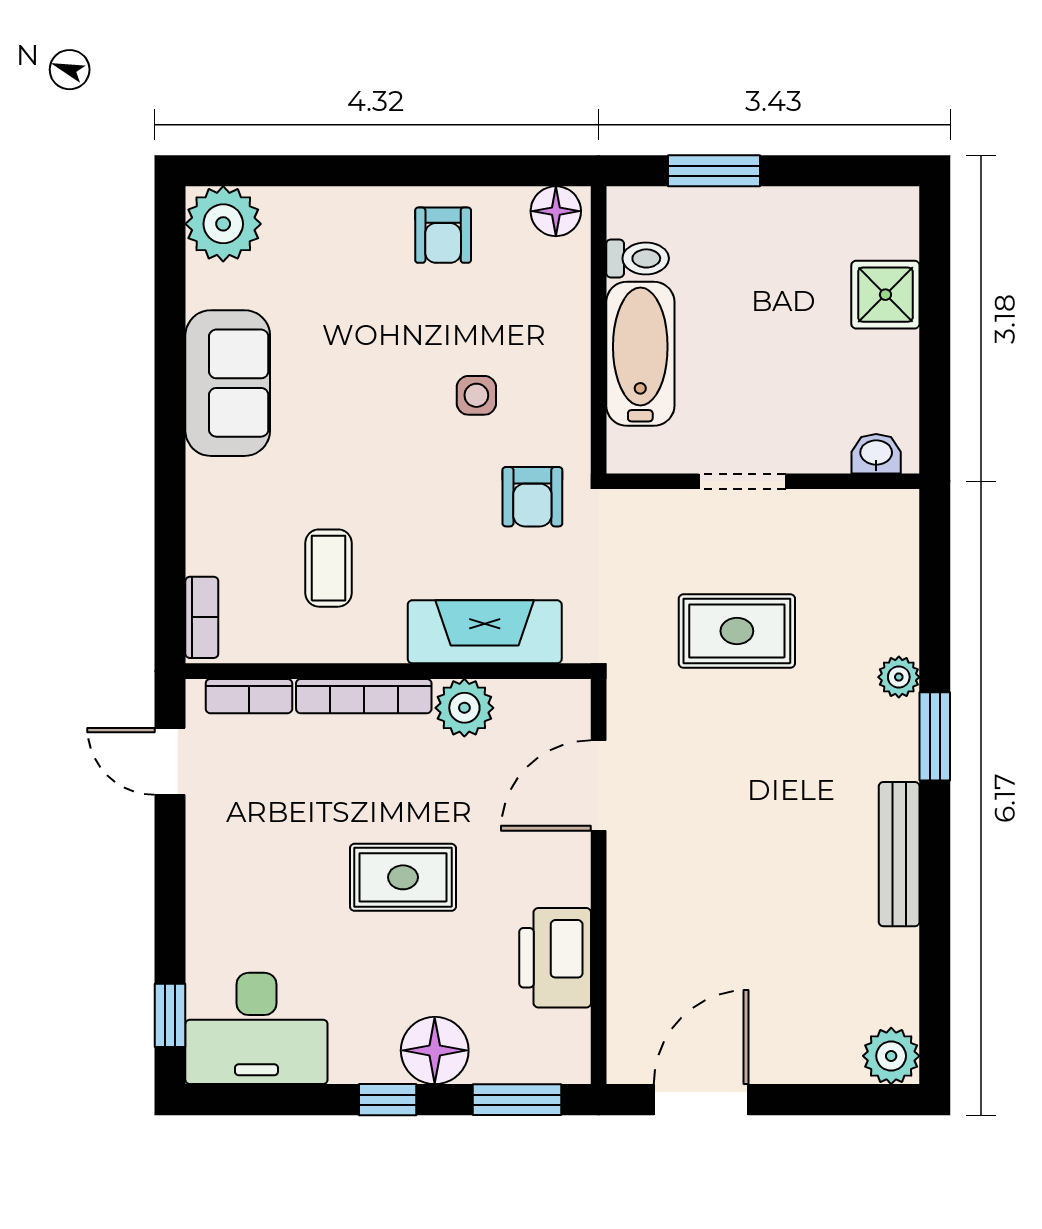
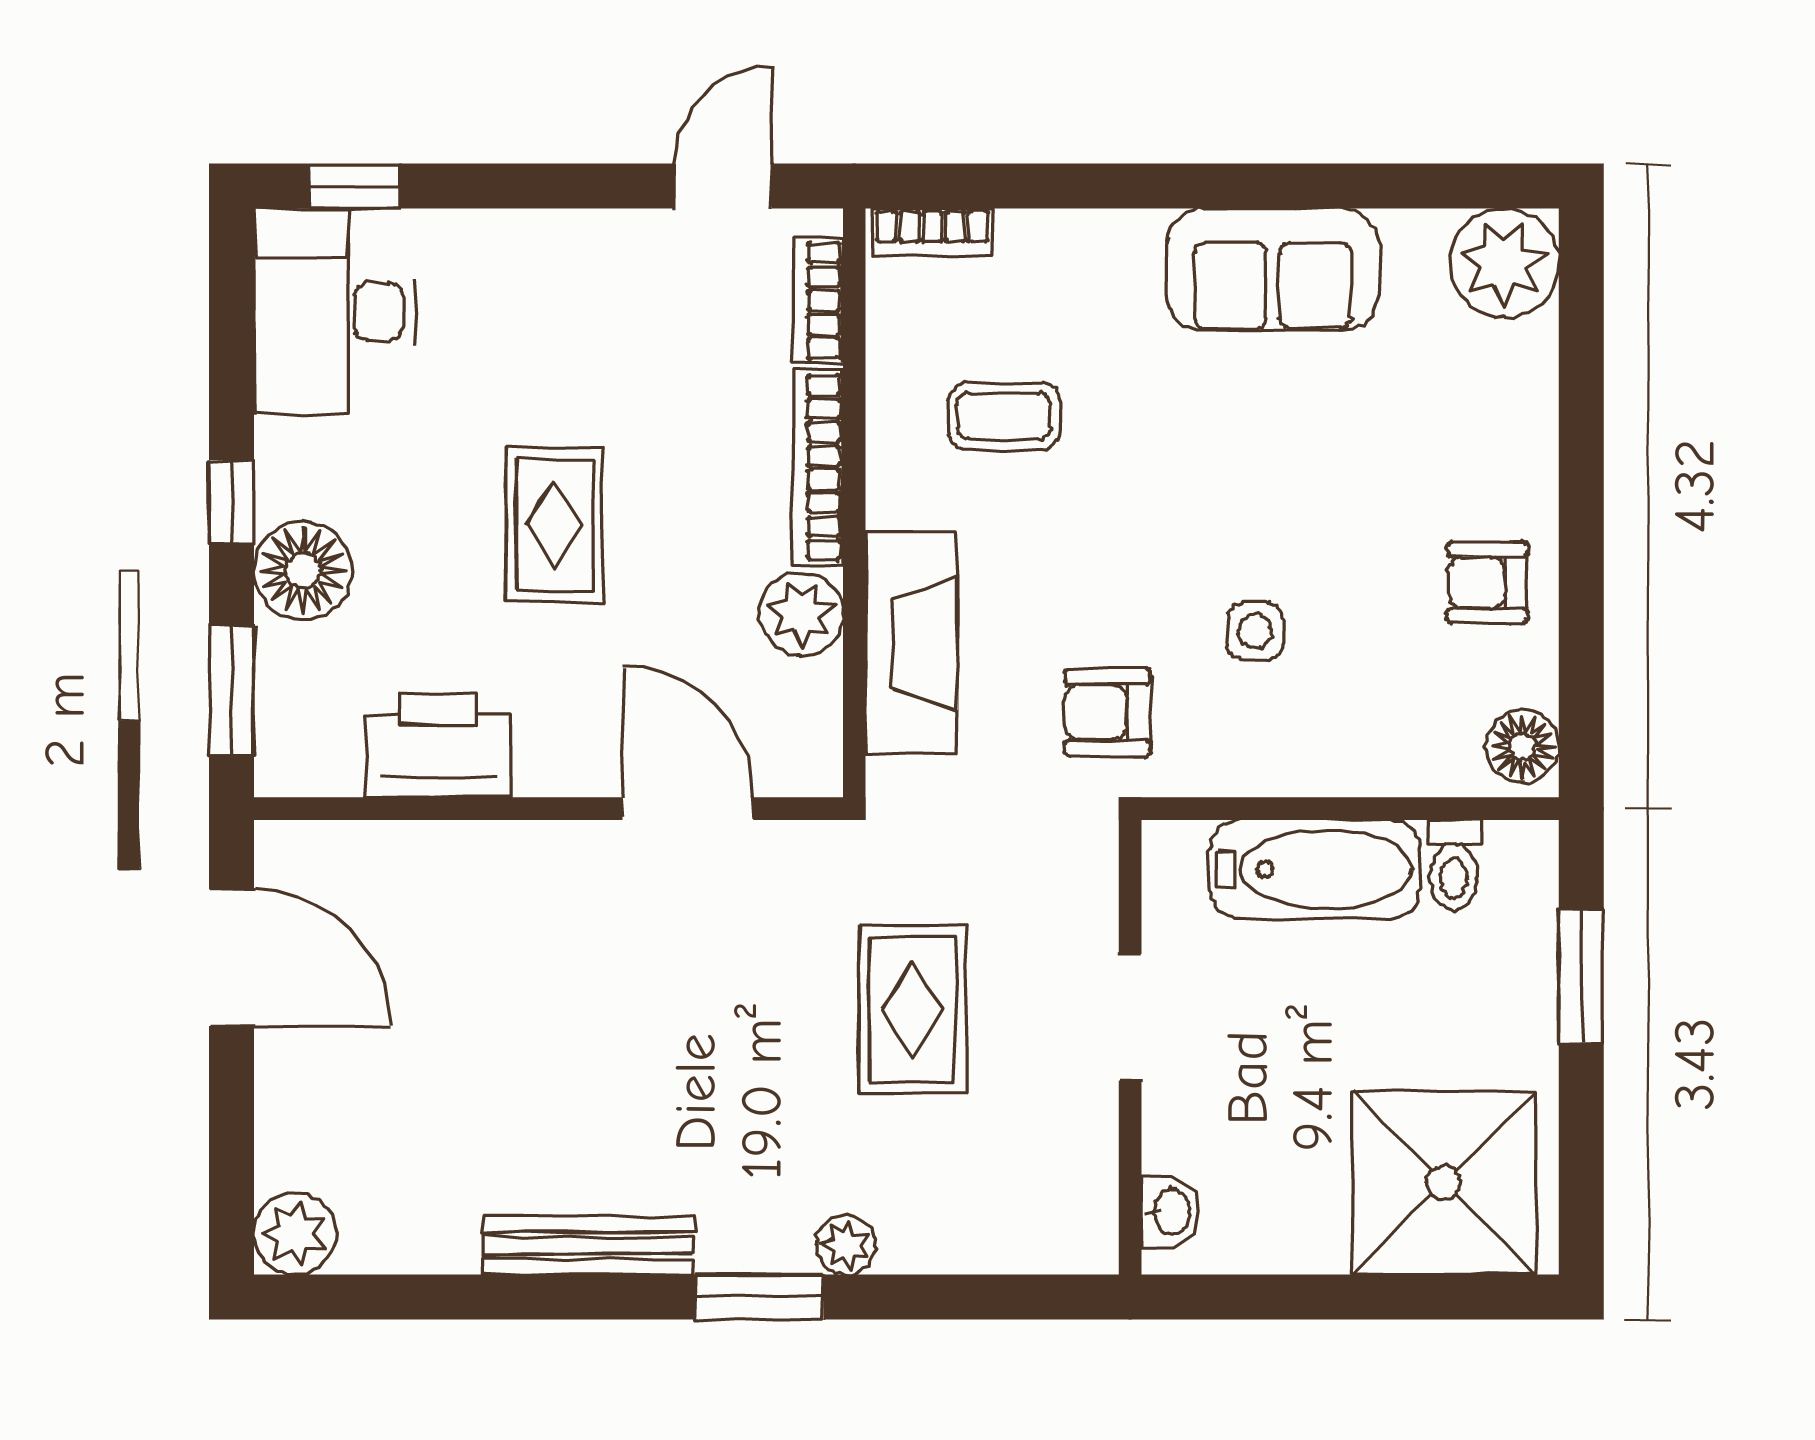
shower: (885, 295) -> (1444, 1183), width x1.86, depth x1.86

